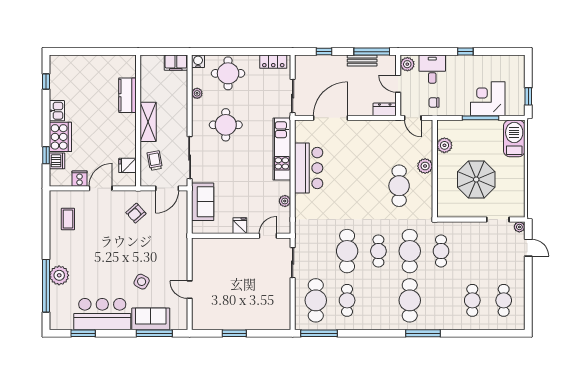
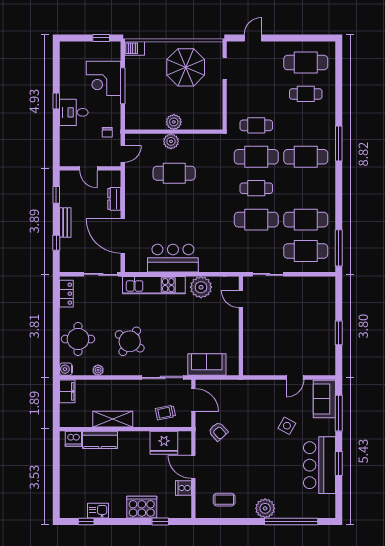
window: (372, 52) -> (56, 195), width x0.46
bench: (362, 61) -> (65, 223), moved
plant: (407, 64) -> (69, 159), removed
desk: (432, 69) -> (74, 112), moved
door: (398, 84) -> (88, 168), hinge flipped
dresser: (385, 109) -> (114, 199), moved
kitchen sink: (57, 111) -> (98, 511), moved
shelving: (148, 122) -> (113, 419), moved
round table: (226, 125) -> (130, 341), turned 33
barbecue: (514, 138) -> (135, 48), width x0.53, depth x0.65
plant: (444, 145) -> (174, 122), moved
dishwasher: (57, 161) -> (73, 439), moved, turned 180
fridge: (127, 165) -> (164, 443), width x1.88, depth x1.34
parasol: (476, 180) -> (186, 67), moved
cafe table: (399, 186) -> (174, 173), moved
plant: (285, 201) -> (201, 287), width x1.88, depth x1.88
fridge: (240, 226) -> (231, 327), removed
plant: (519, 227) -> (232, 47), removed
plant: (59, 275) -> (265, 508), moved
cafe table: (347, 300) -> (306, 220), width x1.37, depth x1.35
cafe table: (504, 300) -> (306, 63), width x1.37, depth x1.35
sofa: (151, 319) -> (324, 399), moved
window: (83, 333) -> (339, 463), moved

